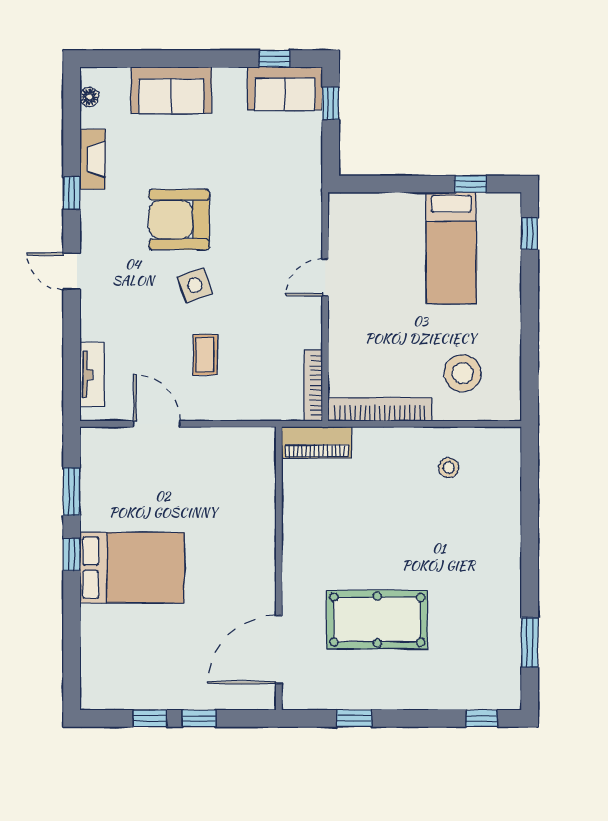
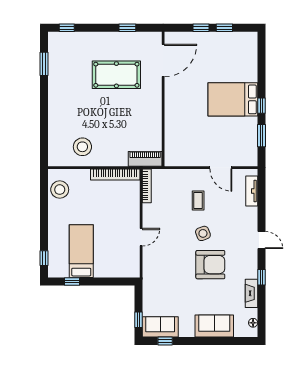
stool: (463, 373) -> (60, 190), moved
stool: (449, 468) -> (82, 147), width x1.89, depth x1.89

